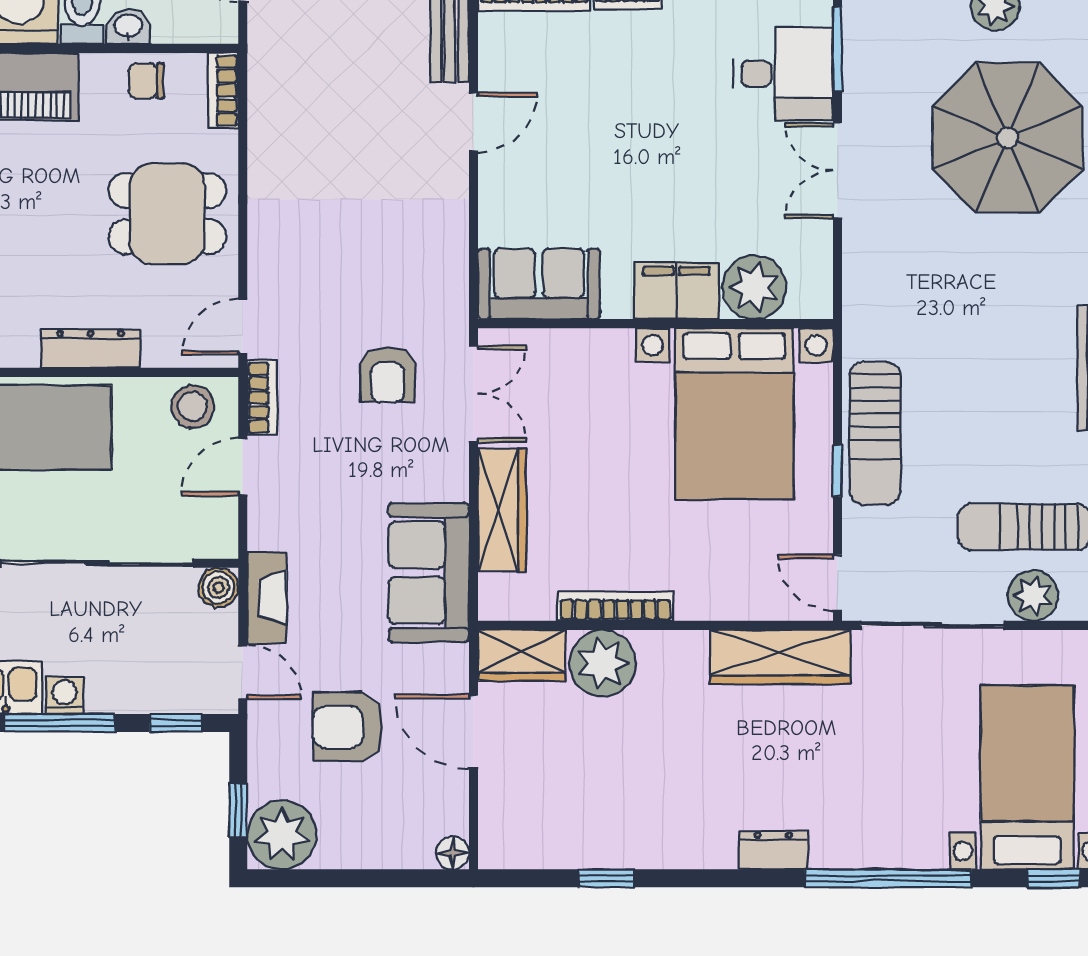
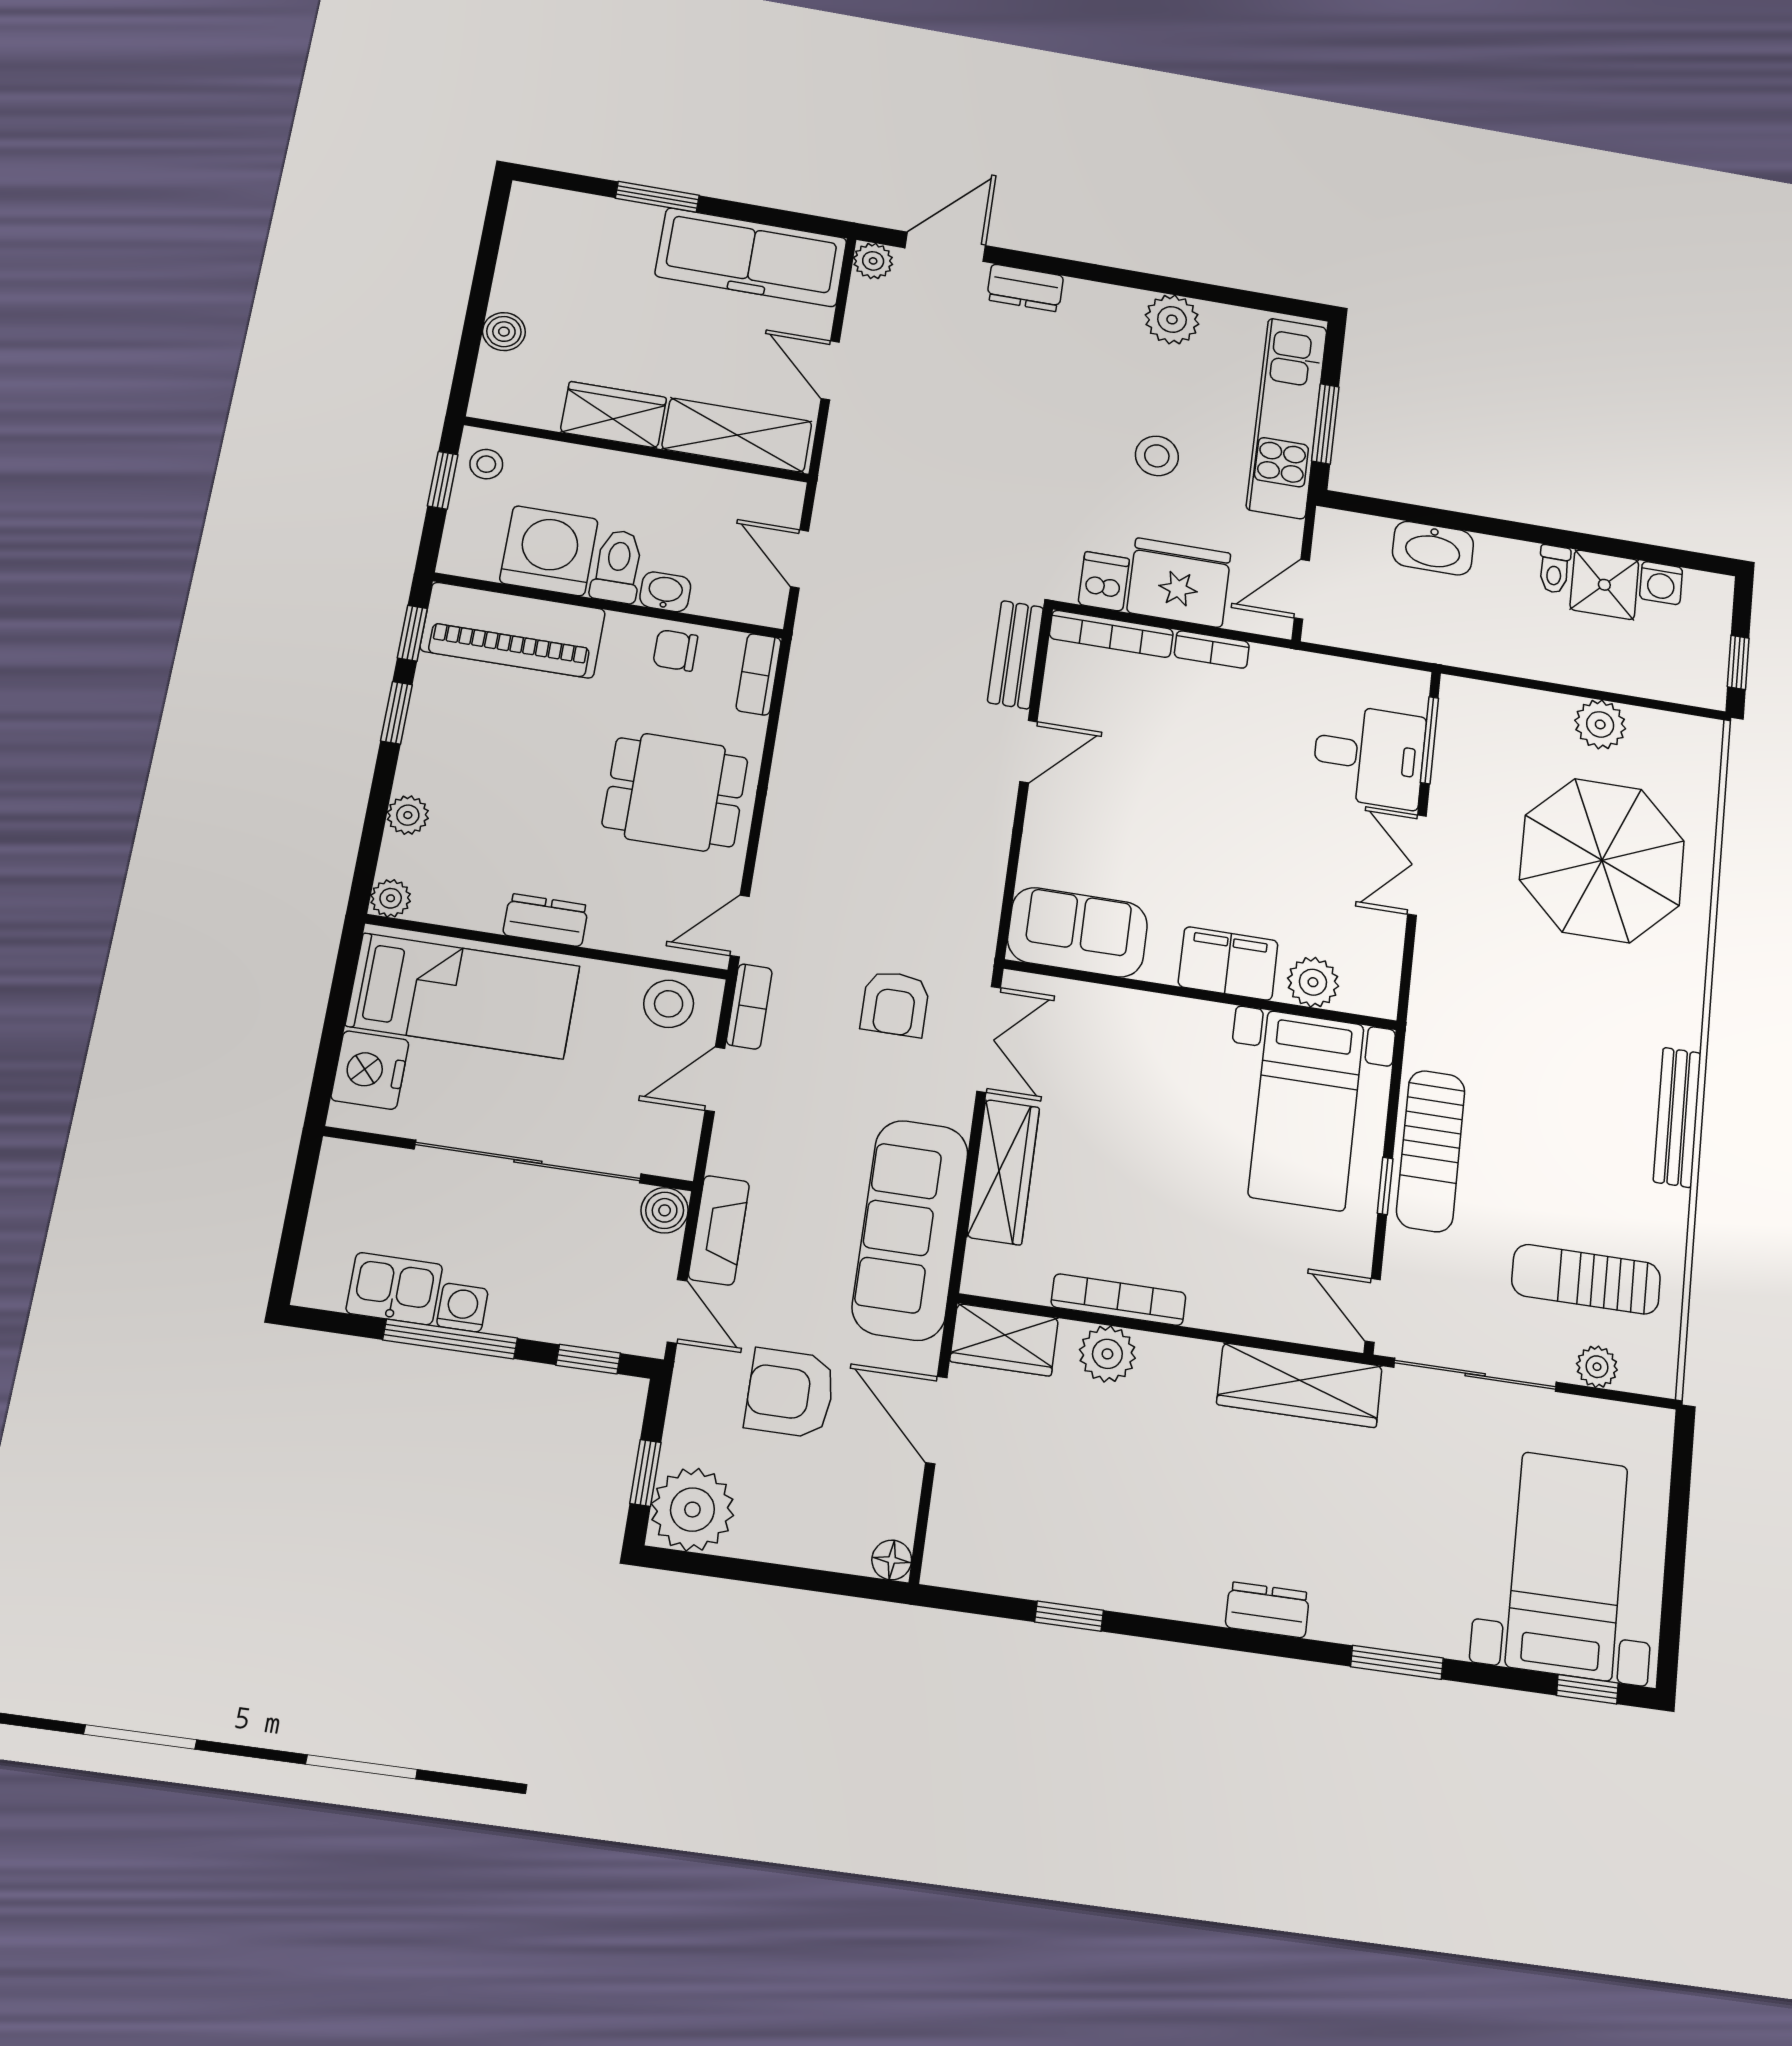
plant: (754, 287) -> (1313, 982), width x0.73, depth x0.73
dresser: (91, 349) -> (546, 920), width x0.70
bed with nightstands: (734, 414) -> (1306, 1110), width x0.73
sofa: (429, 573) -> (910, 1230), width x1.36
plant: (1033, 596) -> (1597, 1367), width x0.73, depth x0.73
plant: (603, 663) -> (1107, 1354), width x0.73, depth x0.73
window: (888, 878) -> (1397, 1662), width x0.47

